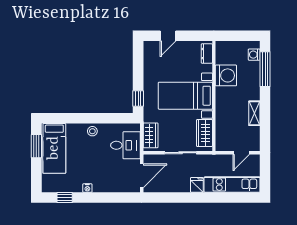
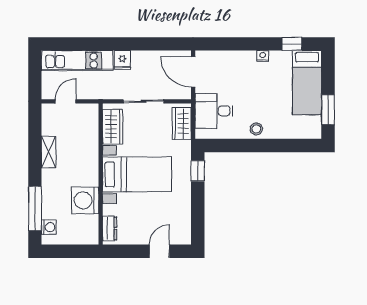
bed: (54, 148) -> (307, 83), moved, turned 180
door: (142, 176) -> (193, 72), hinge flipped

